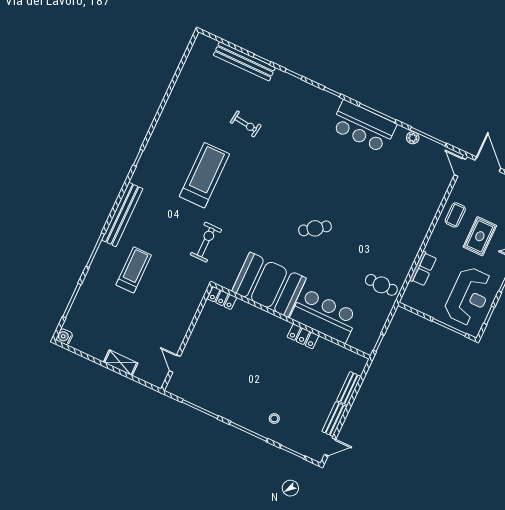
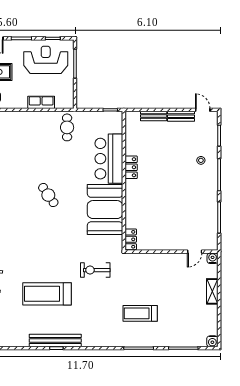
bench: (122, 214) -> (55, 340), moved
water cooler: (158, 380) -> (213, 258), added

